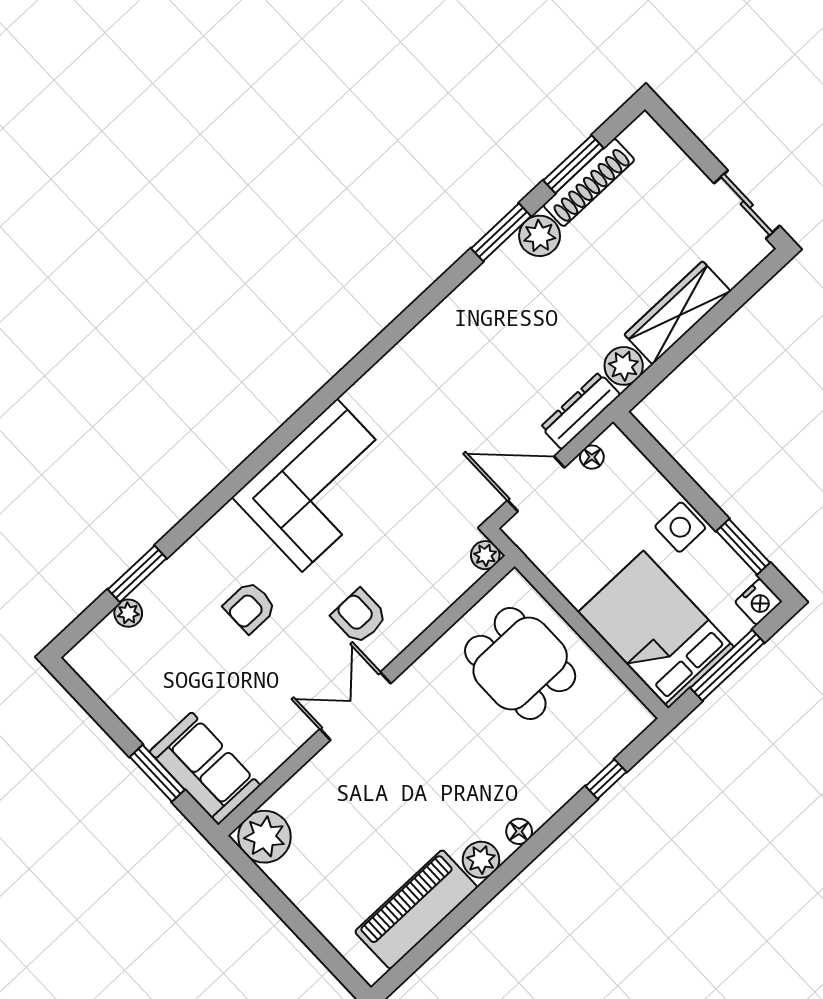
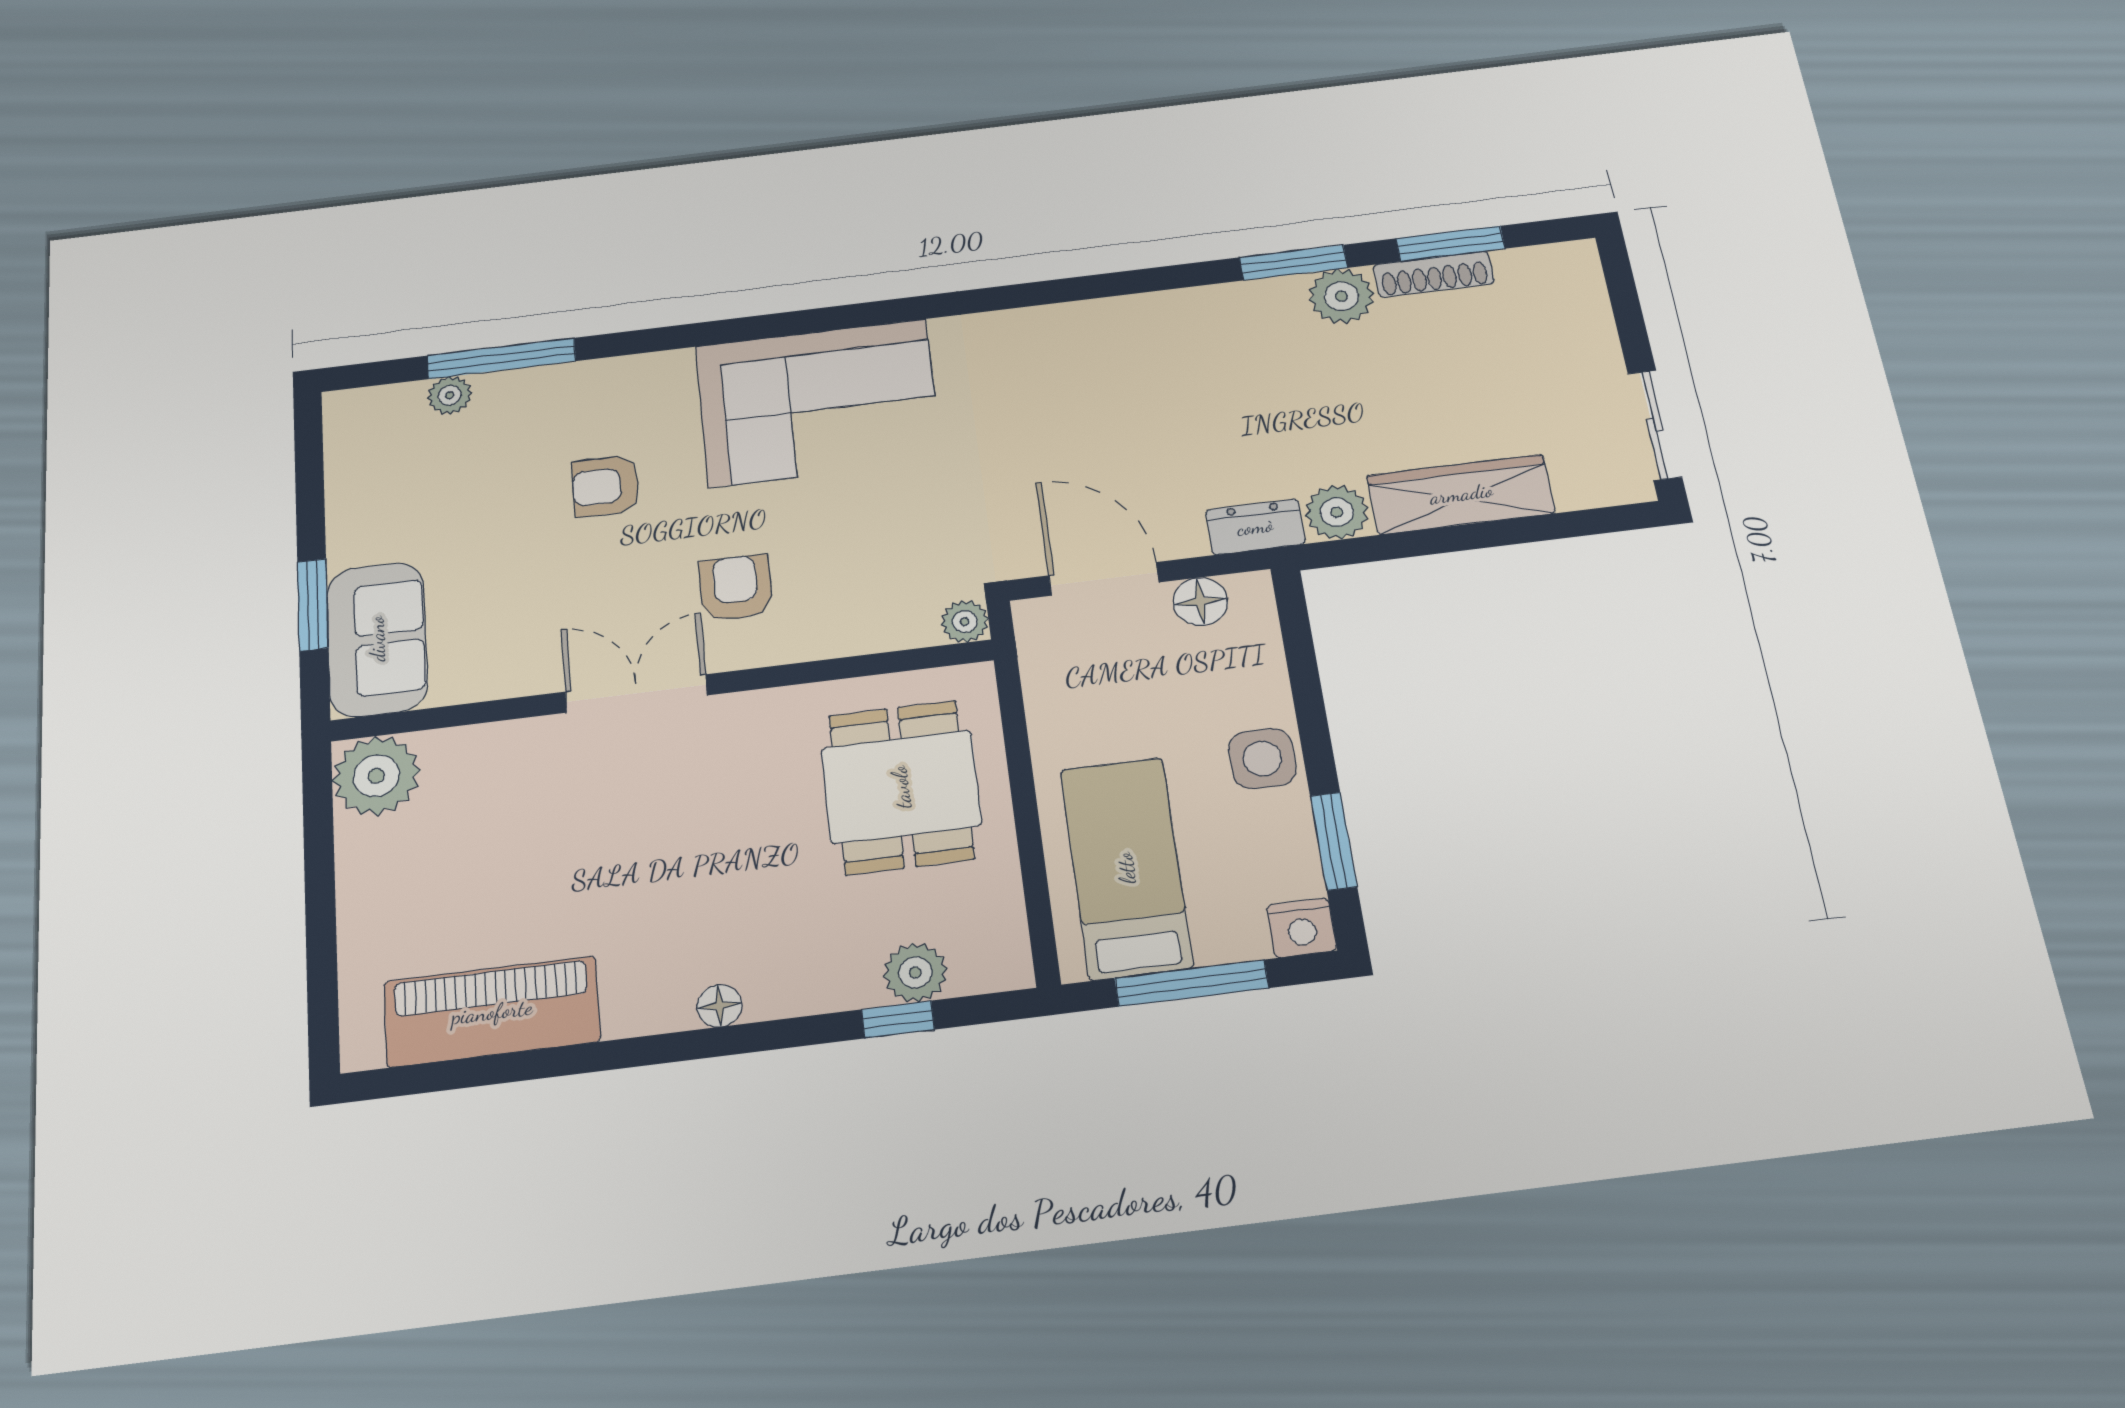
shoe rack: (589, 183) -> (1434, 274), width x0.74, depth x0.81
dresser: (580, 411) -> (1255, 527), width x0.70
floor lamp: (592, 457) -> (1200, 602), width x1.37, depth x1.37
window: (137, 574) -> (501, 358), width x1.44
bed: (656, 629) -> (1126, 868), width x0.67
plant: (481, 860) -> (915, 973), moved

